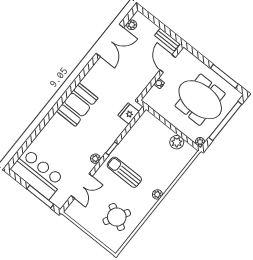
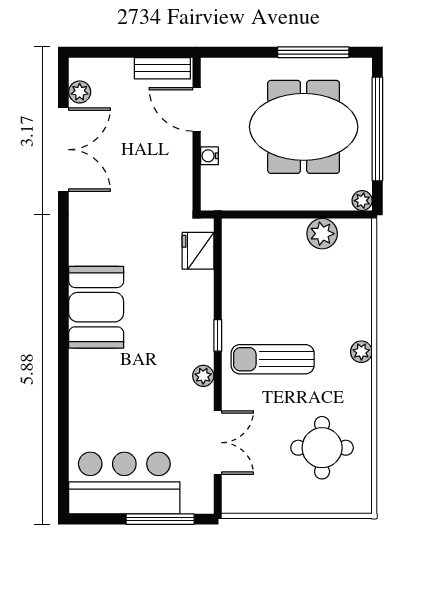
round table: (117, 217) -> (322, 448), turned -30

